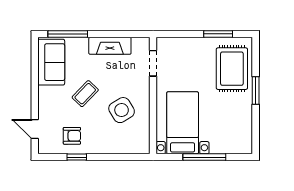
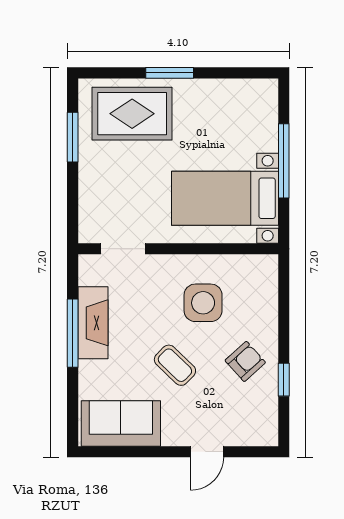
window: (68, 34) -> (73, 333), moved
side table: (122, 110) -> (203, 303), turned 31
door: (35, 129) -> (207, 452), moved
armchair: (72, 136) -> (245, 361), moved, turned 48

